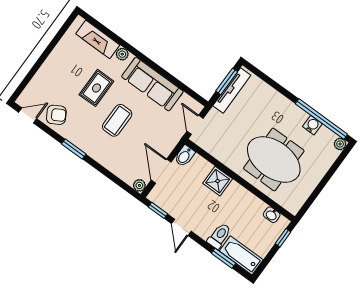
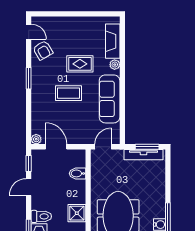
bidet: (185, 156) -> (78, 173), moved
door: (161, 171) -> (56, 147), hinge flipped
shower: (218, 181) -> (77, 213), moved

